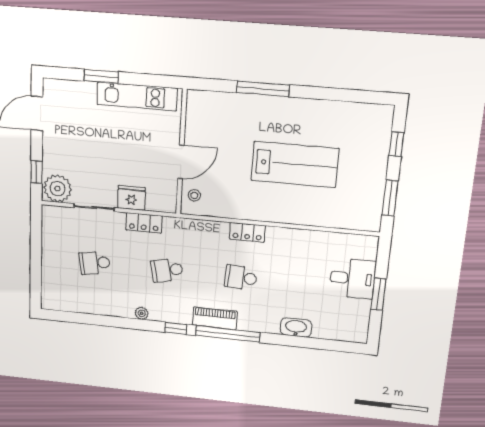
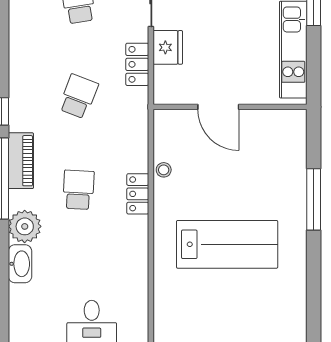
lab bench: (295, 164) -> (227, 244), turned -90
stool: (194, 195) -> (164, 170), moved
school desk: (167, 270) -> (78, 96), turned 33
plant: (142, 313) -> (25, 226), moved, width x1.88, depth x1.88

